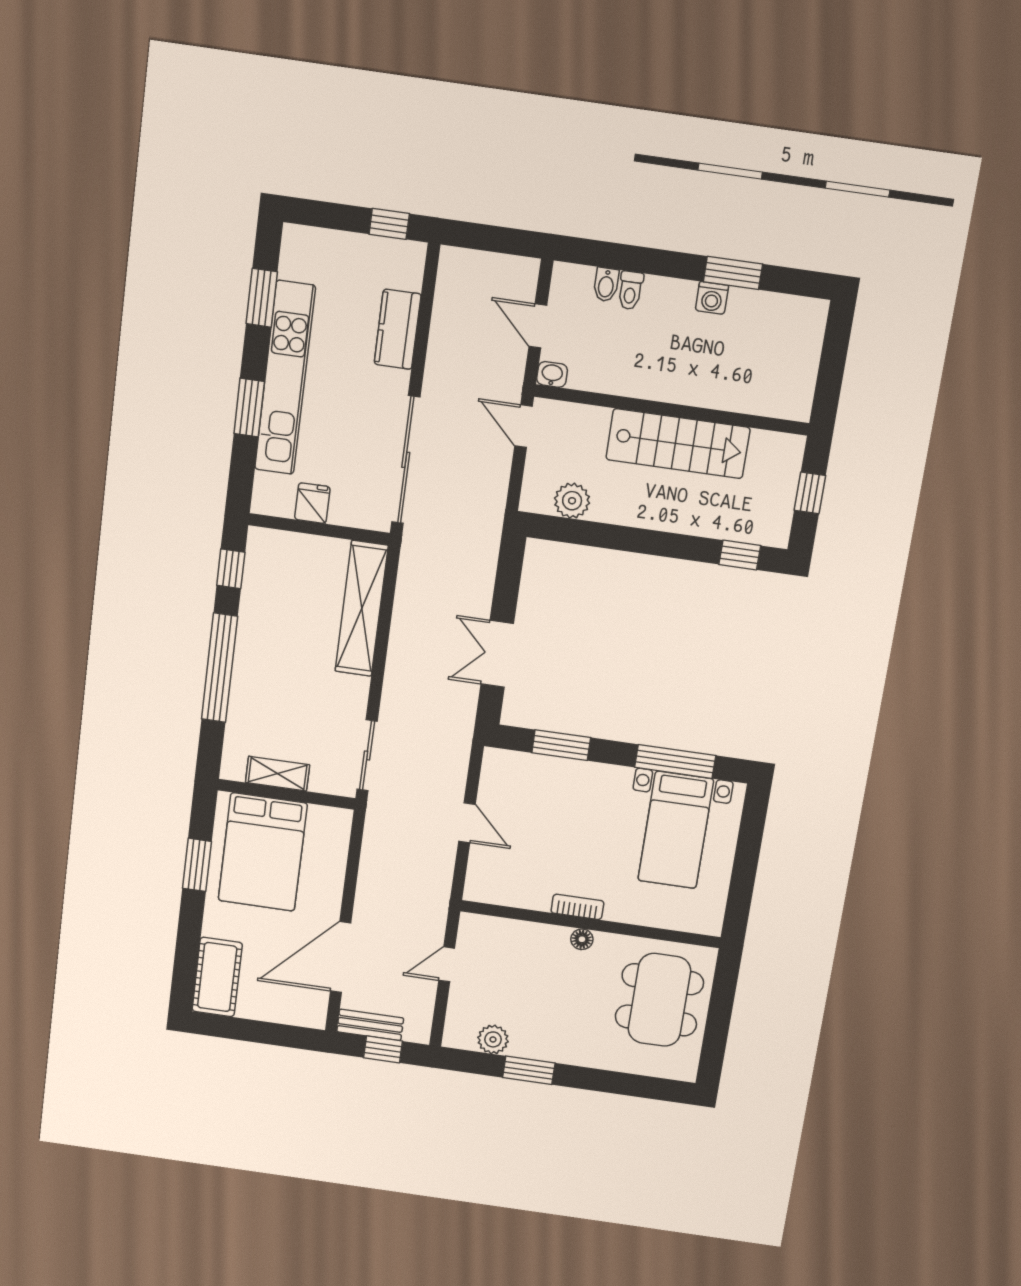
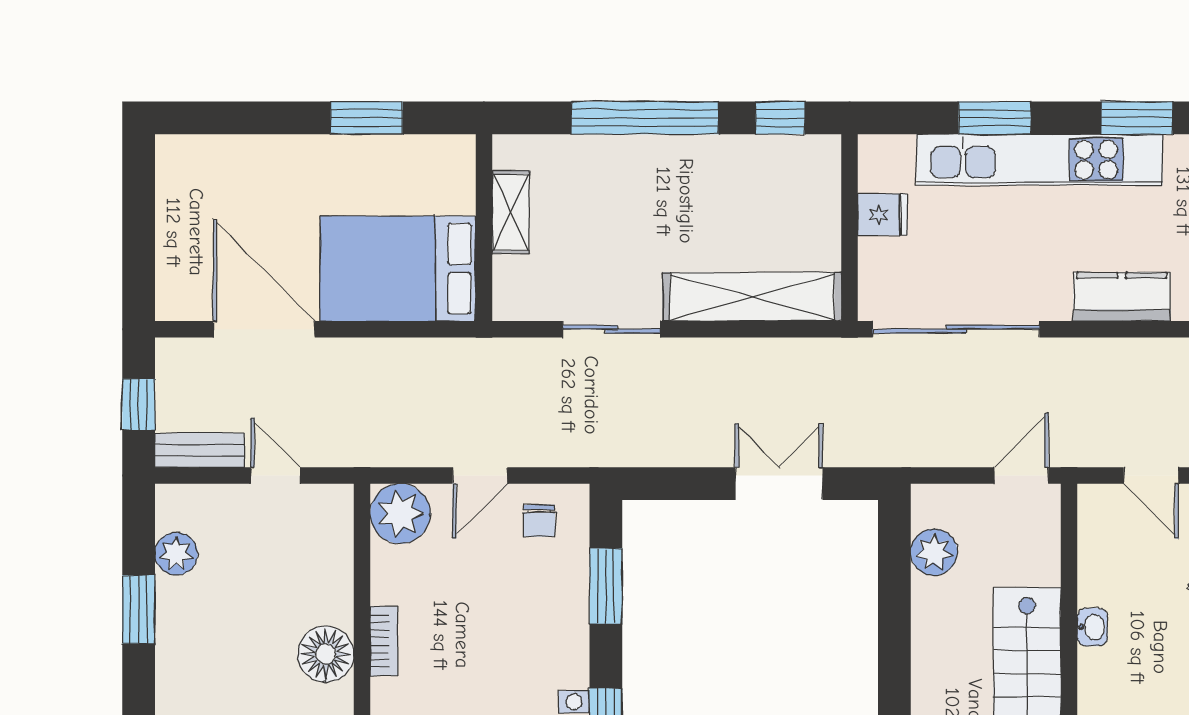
door: (538, 326) -> (1151, 475), swing flipped
washbasin: (552, 374) -> (1092, 627), moved
double door: (497, 654) -> (779, 484), moved
sliding door: (367, 755) -> (611, 329), moved
chair: (506, 786) -> (539, 521), added
bed: (263, 852) -> (398, 269), moved
plant: (487, 882) -> (400, 514), added
floor lamp: (582, 939) -> (326, 654), width x1.89, depth x1.89
cot: (217, 977) -> (210, 163), removed
bench: (370, 1025) -> (200, 450), moved, turned 90

